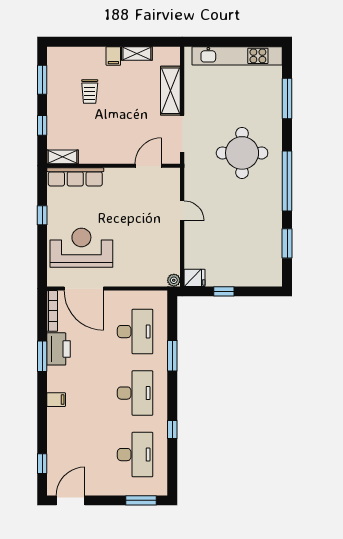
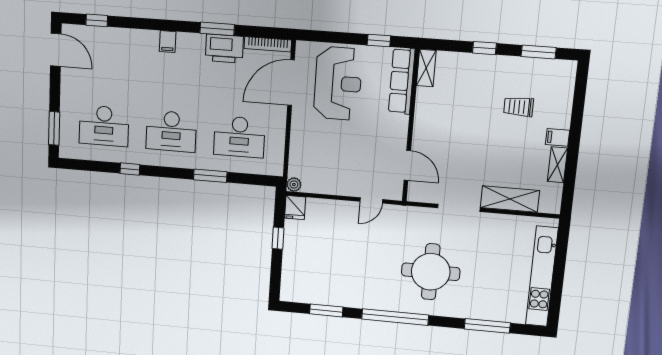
shelving: (63, 157) -> (426, 68), moved
wall: (114, 166) -> (411, 126), moved
door: (148, 166) -> (407, 165), moved
row of seats: (75, 177) -> (402, 81), moved

